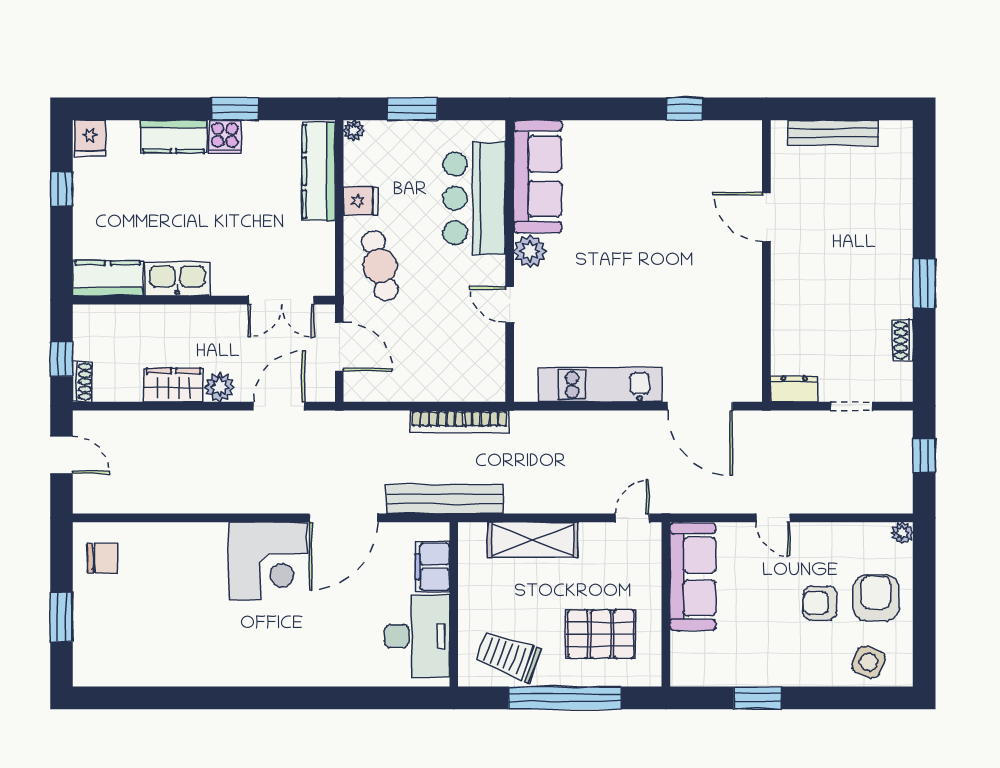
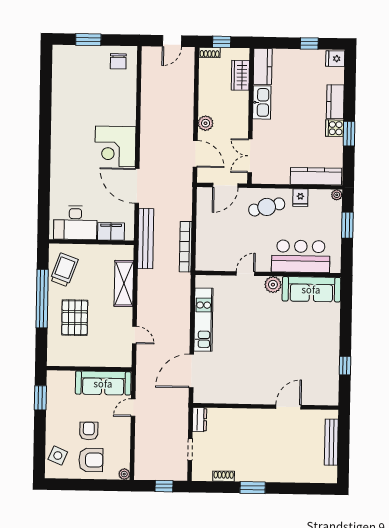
wardrobe: (173, 385) -> (240, 75), moved, turned 180
sofa: (693, 577) -> (103, 383), moved
wall: (666, 604) -> (89, 369), moved

